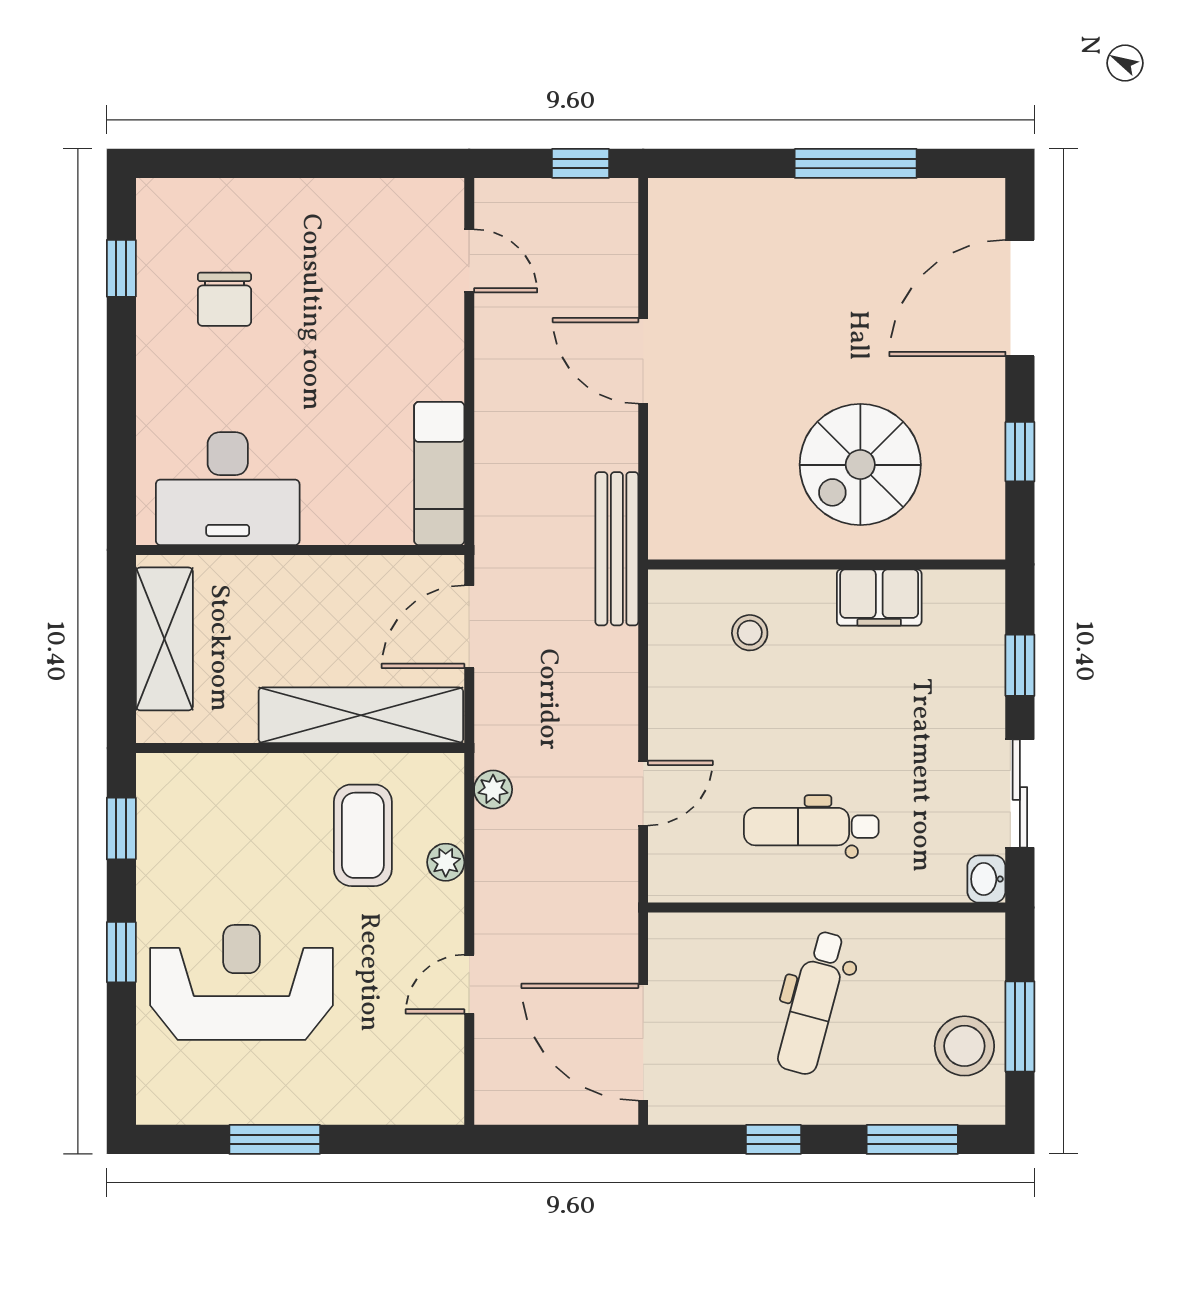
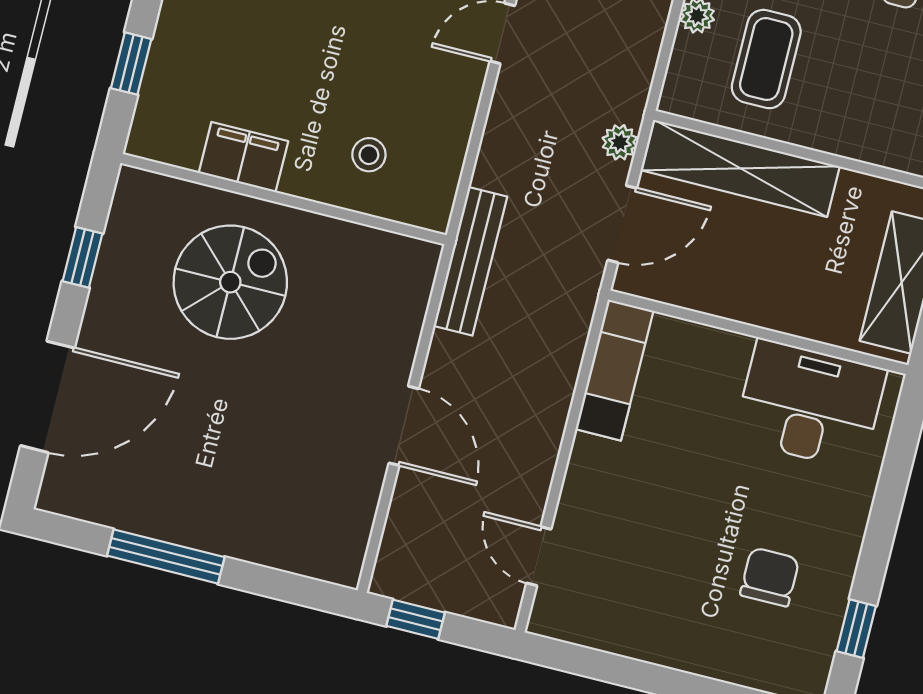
plant: (493, 789) -> (620, 142), moved

